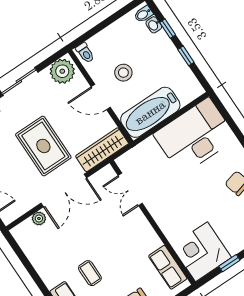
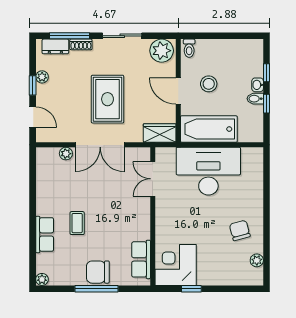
bidet: (144, 14) -> (255, 99), moved
washbasin: (154, 25) -> (258, 85), moved
desk: (195, 136) -> (208, 171), moved
wardrobe: (102, 150) -> (160, 133), width x0.67

